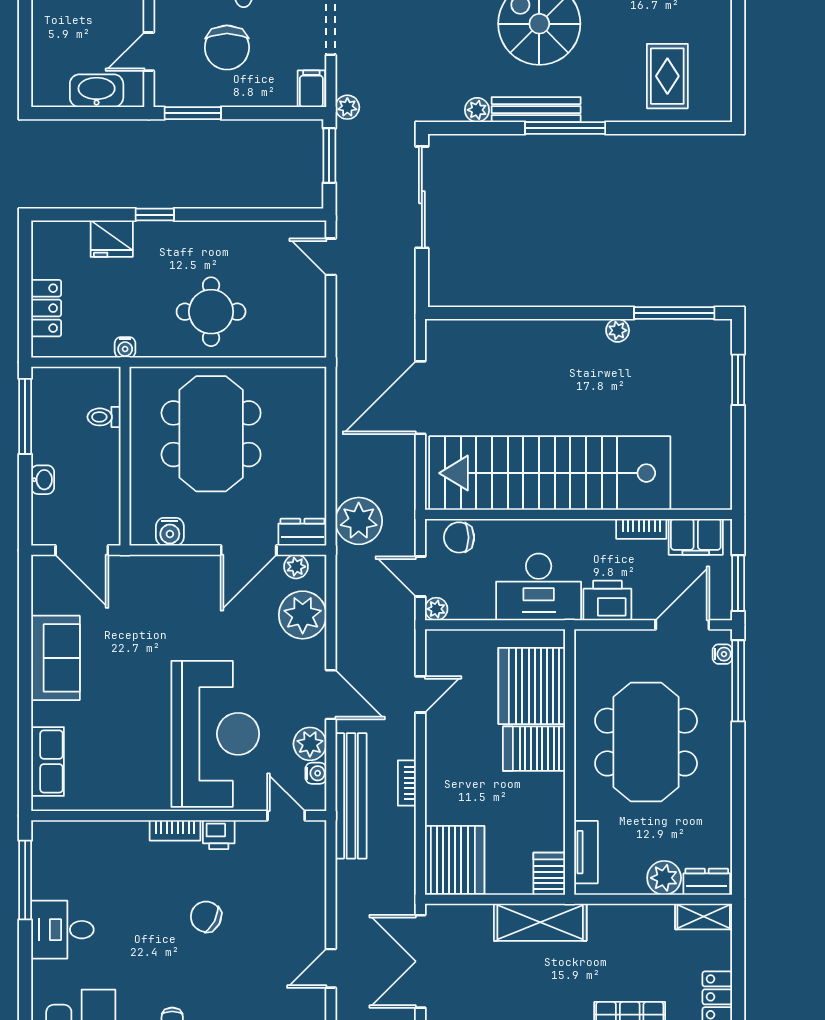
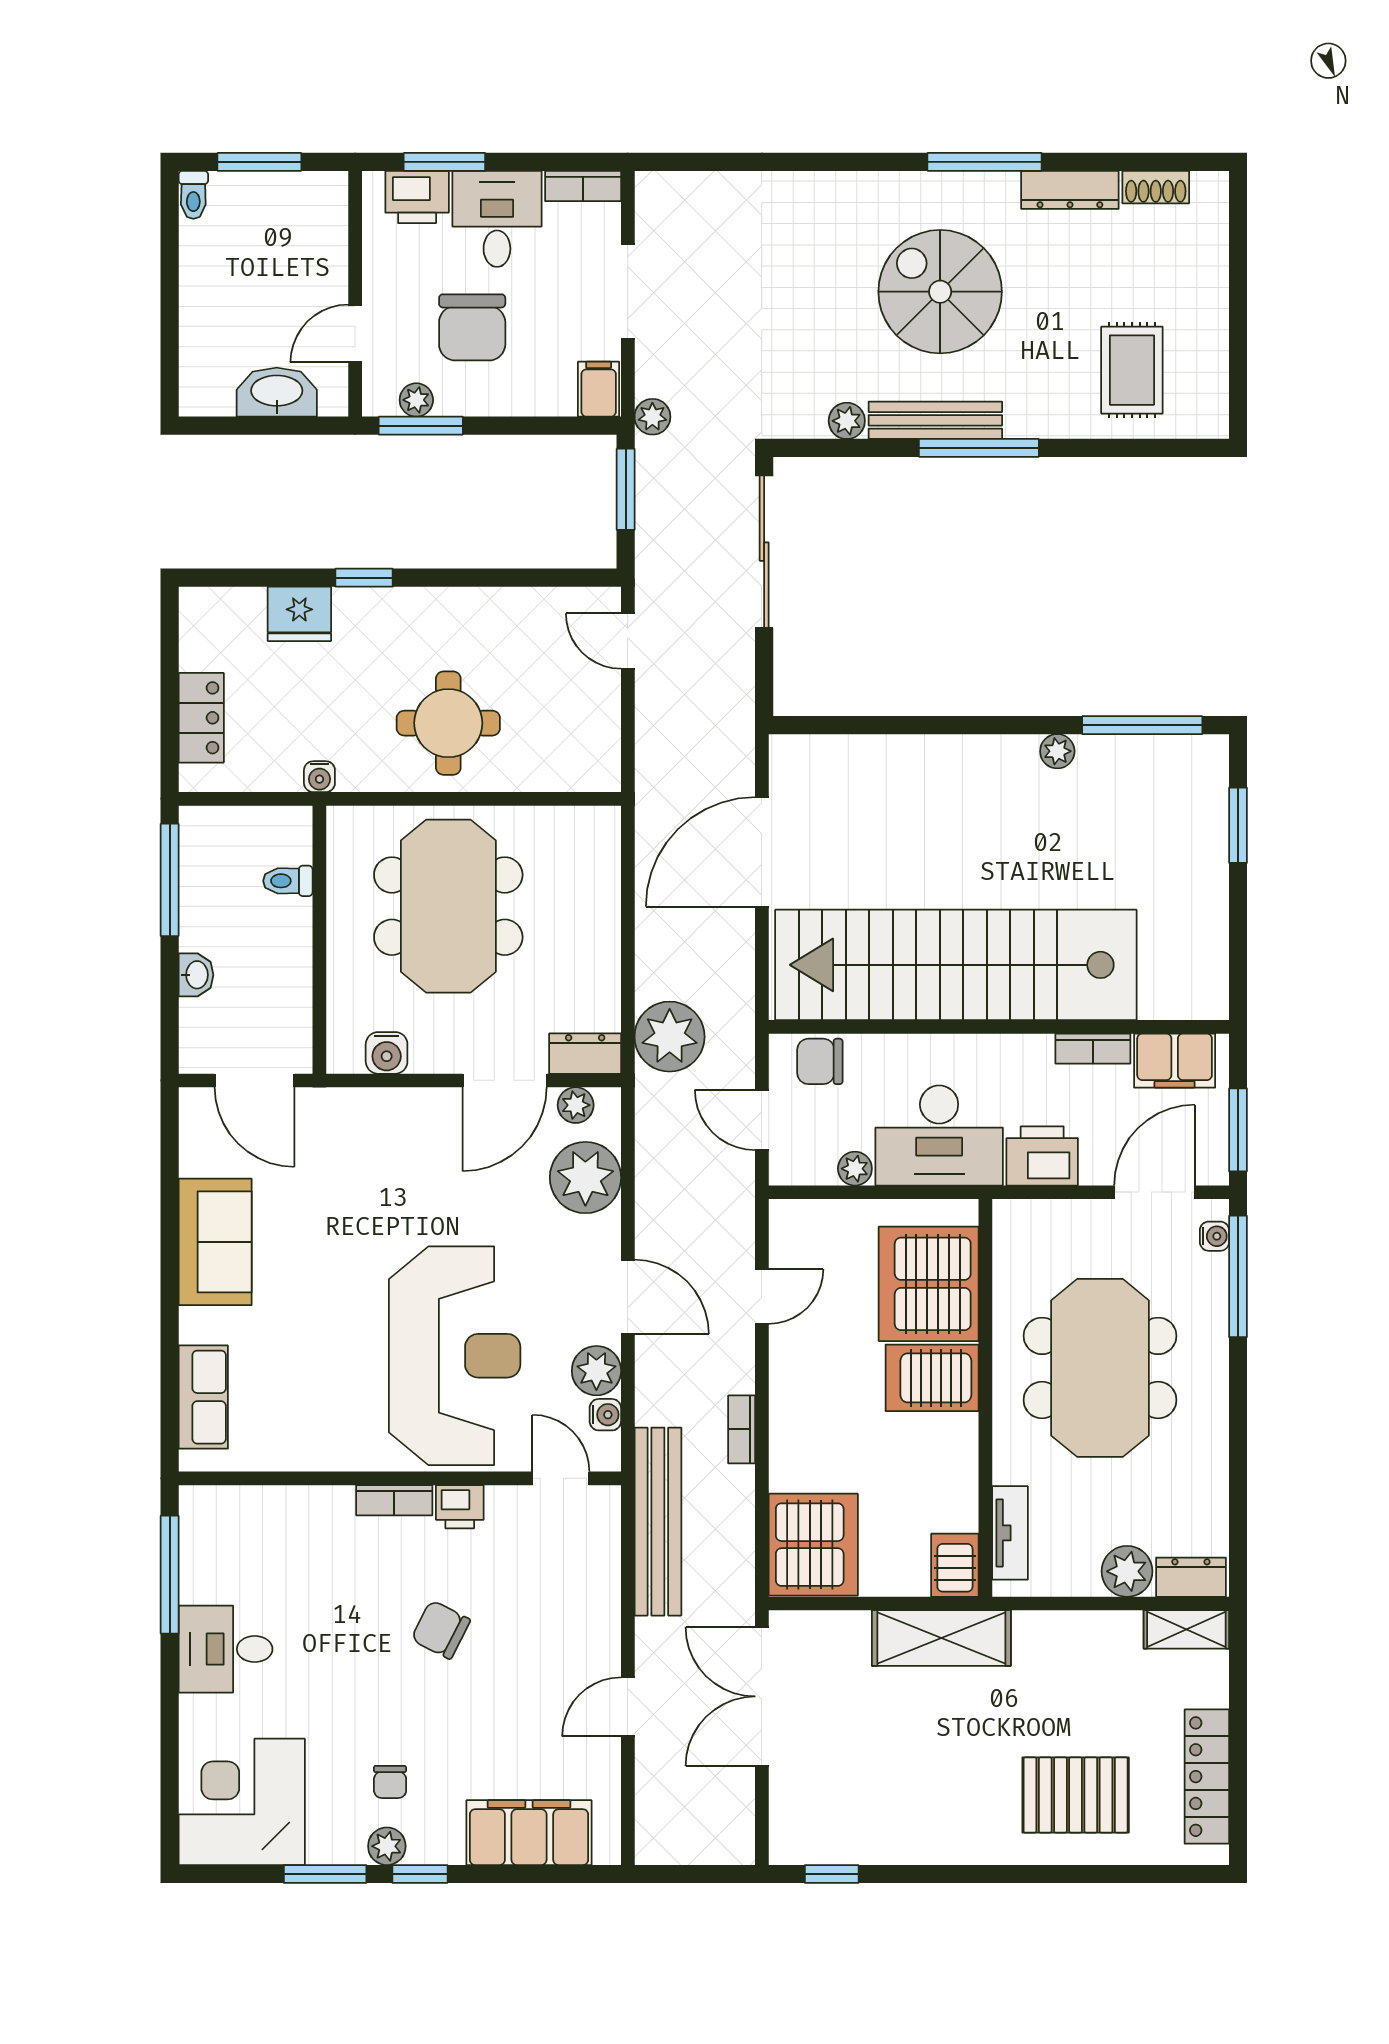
plant: (190, 96) -> (416, 400), added
plant: (436, 609) -> (855, 1169), moved
bench: (351, 796) -> (658, 1522), moved

